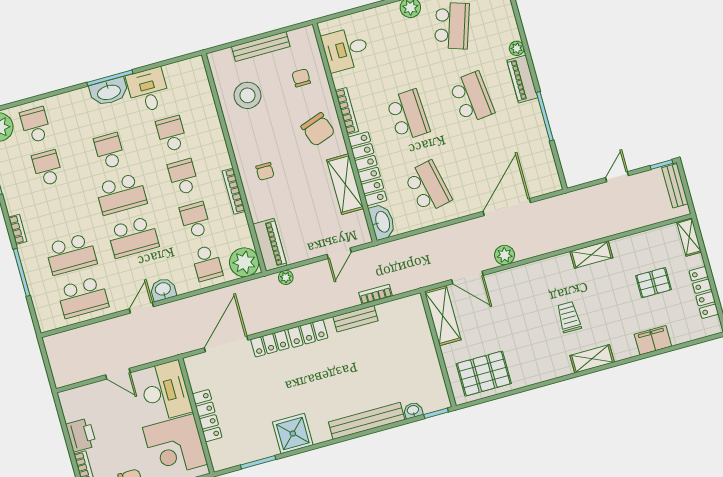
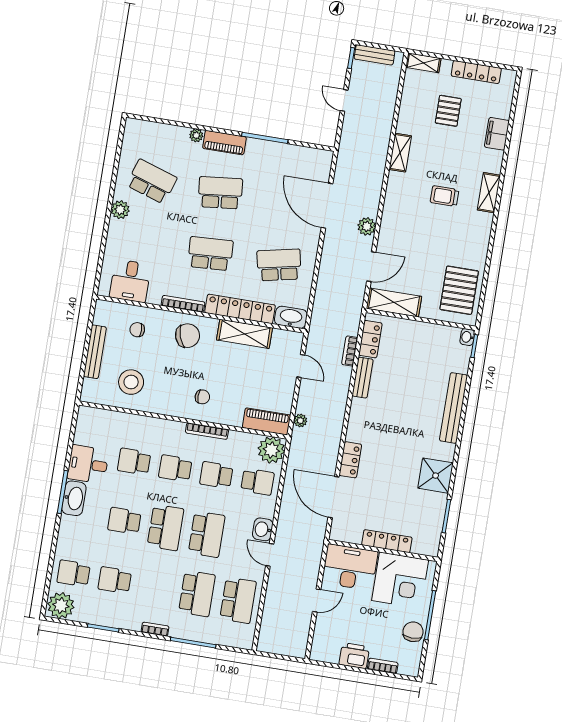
locker: (308, 334) -> (370, 339), moved
washbasin: (413, 410) -> (467, 337), moved

